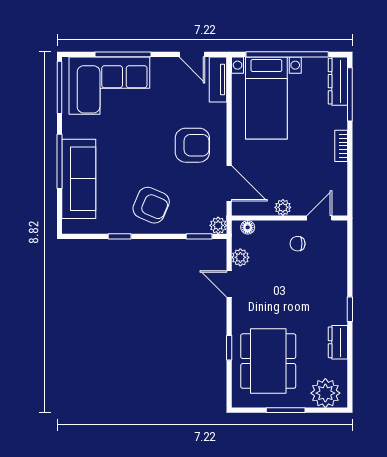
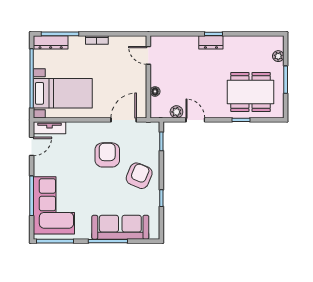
armchair: (192, 145) -> (107, 155), moved
plant: (283, 207) -> (141, 82), removed
plant: (218, 225) -> (154, 128), removed
floor lamp: (248, 227) -> (155, 91), moved
chair: (298, 244) -> (167, 71), removed
door: (229, 284) -> (195, 120), swing flipped
dresser: (338, 342) -> (211, 42), moved
plant: (325, 393) -> (278, 56), width x0.53, depth x0.53

